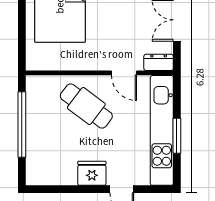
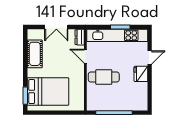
door: (124, 73) -> (85, 56), swing flipped
cafe table: (86, 106) -> (104, 77), turned 53

